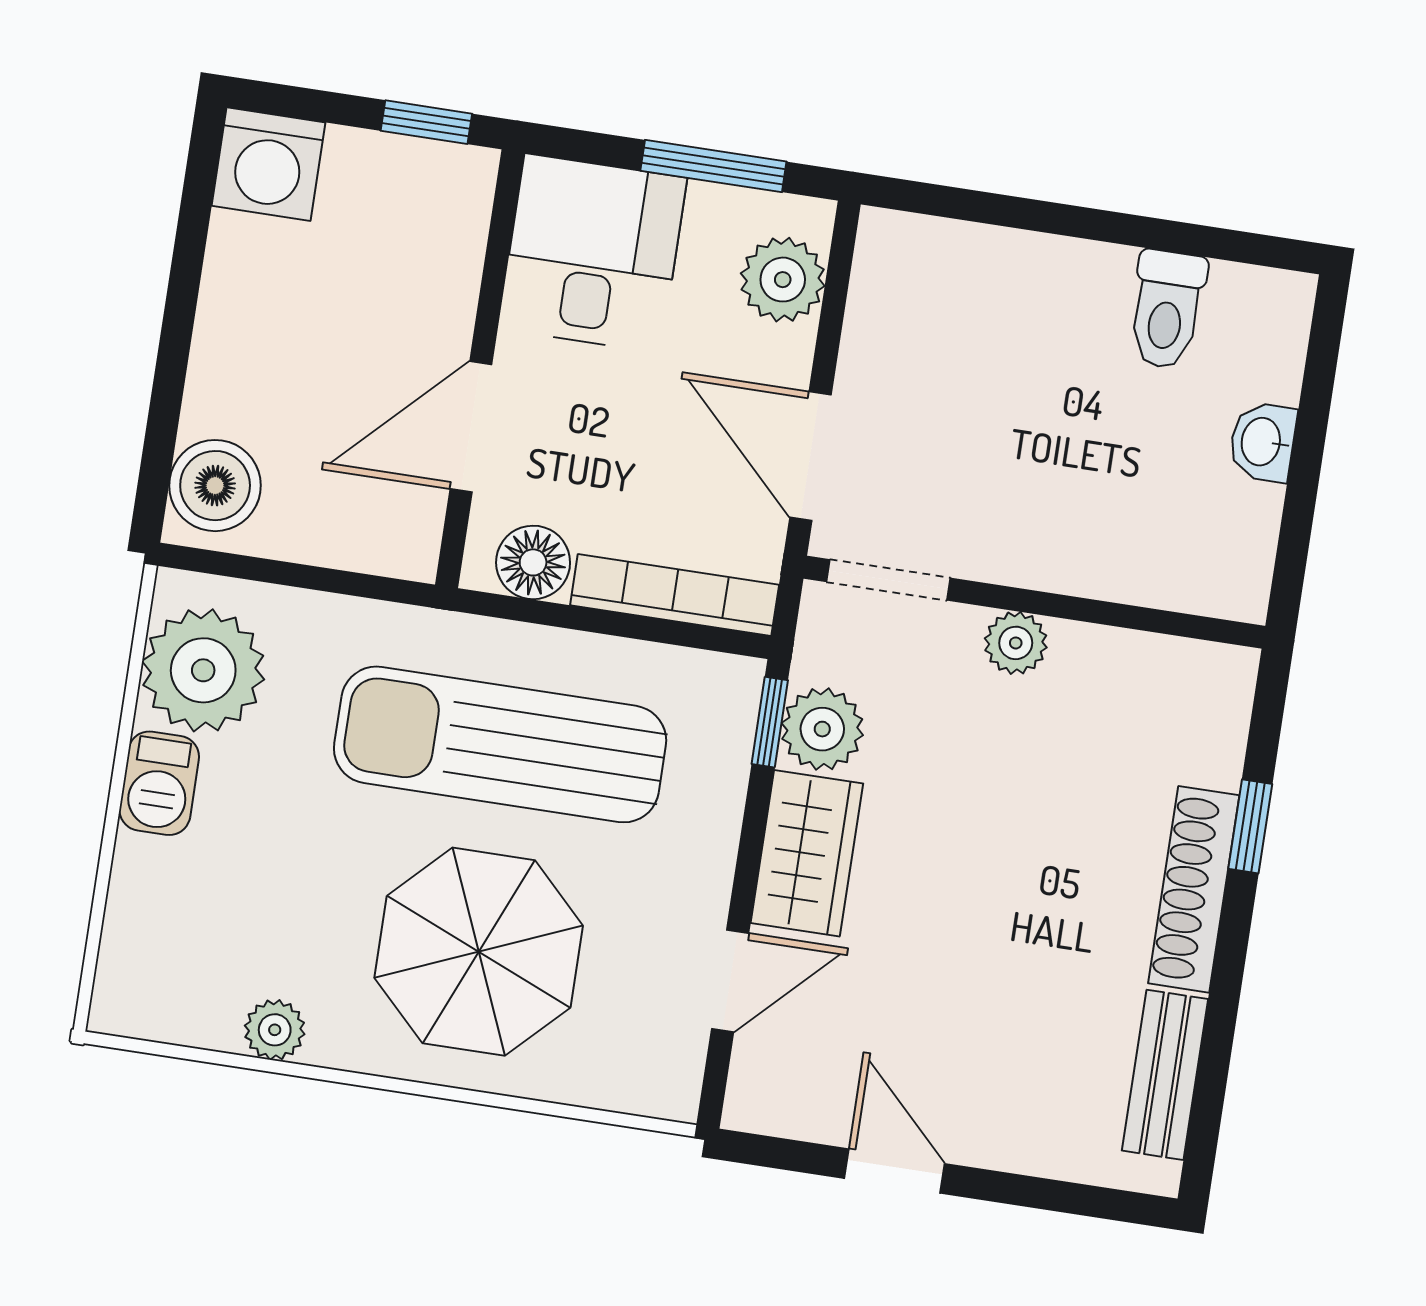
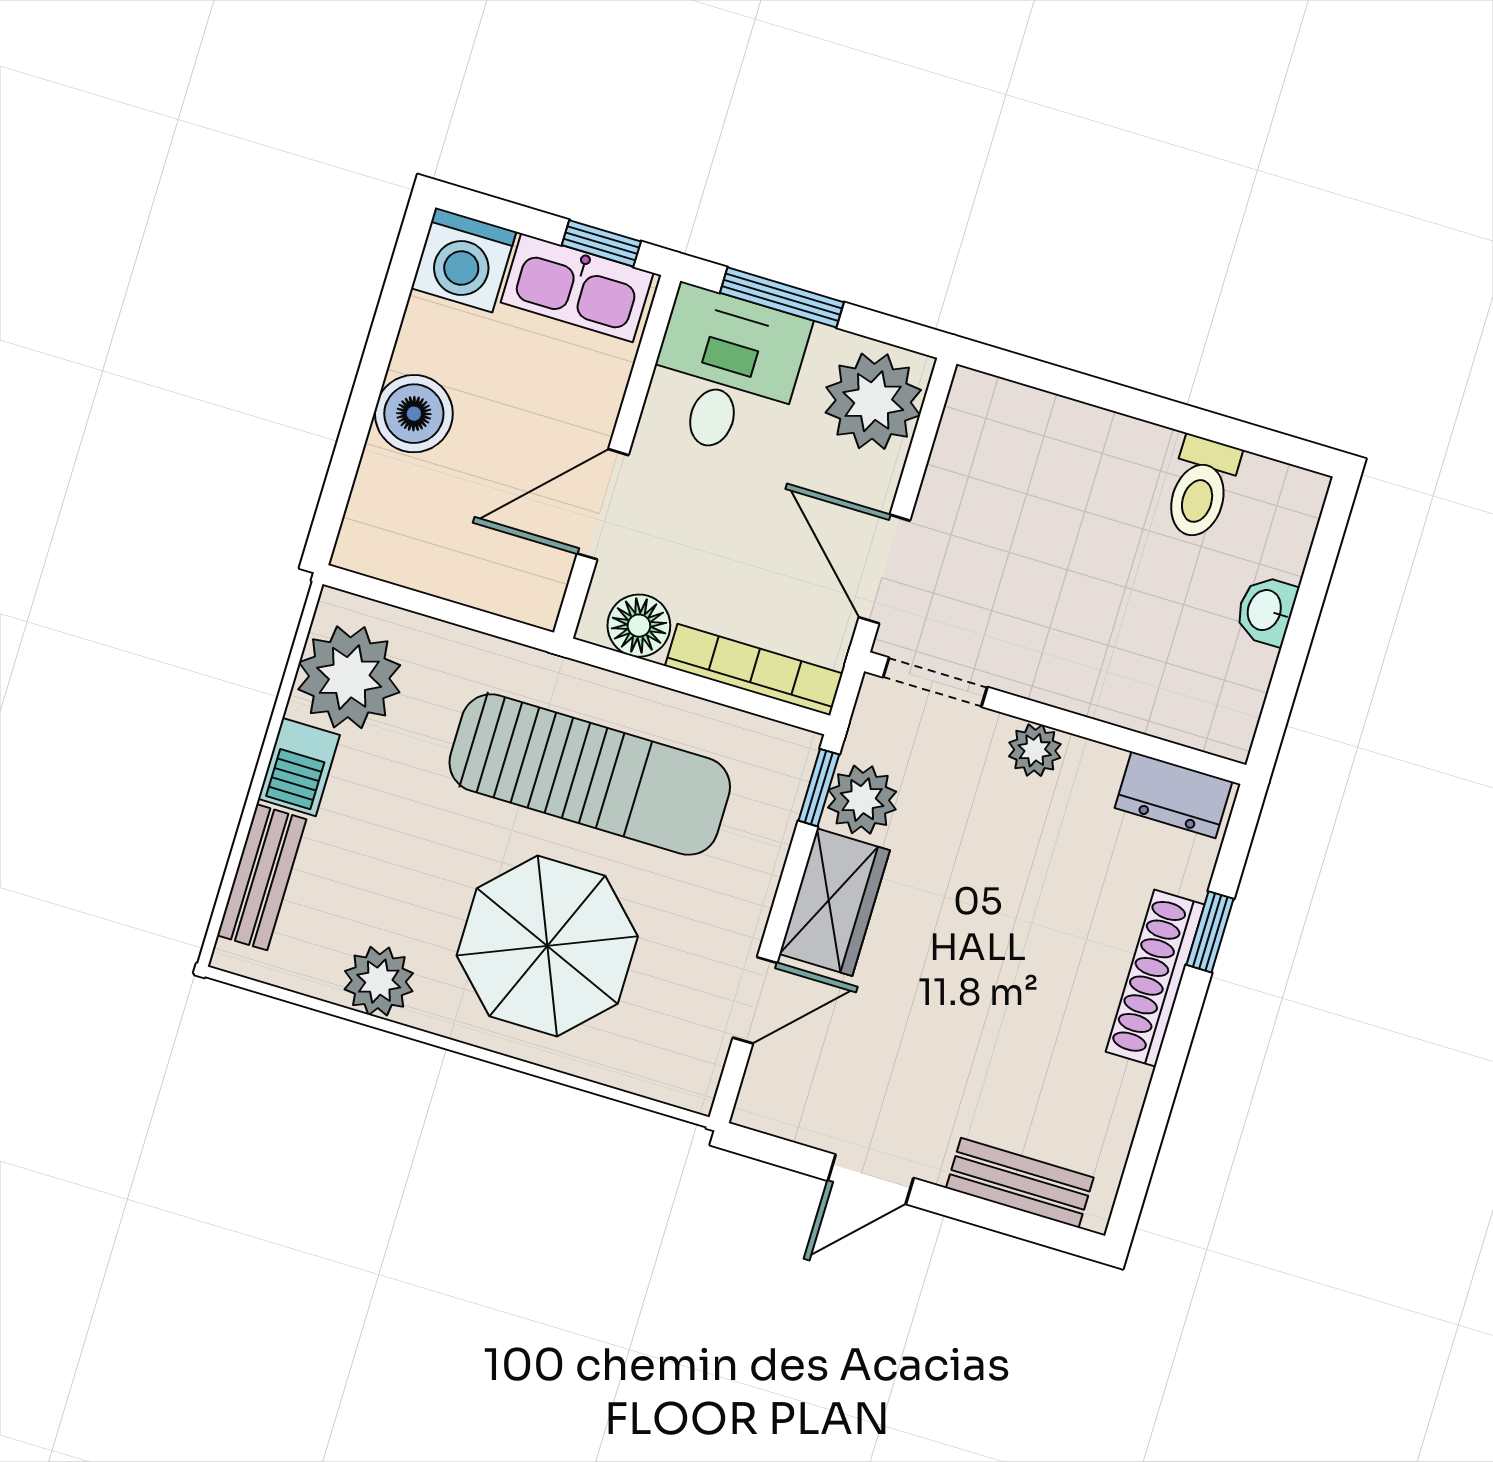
window: (713, 166) -> (782, 297), moved
kitchen sink: (405, 178) -> (577, 288), added
plant: (783, 280) -> (873, 401), width x1.36, depth x1.36
boiler: (215, 486) -> (414, 414), moved
dresser: (1185, 672) -> (1174, 795), added
sun lounger: (500, 744) -> (590, 775), turned 180
bench: (134, 918) -> (262, 877), added
plant: (275, 1030) -> (379, 981), width x1.38, depth x1.38
bench: (1165, 1075) -> (1020, 1183), moved, turned 90
door: (894, 1171) -> (871, 1179), swing flipped

